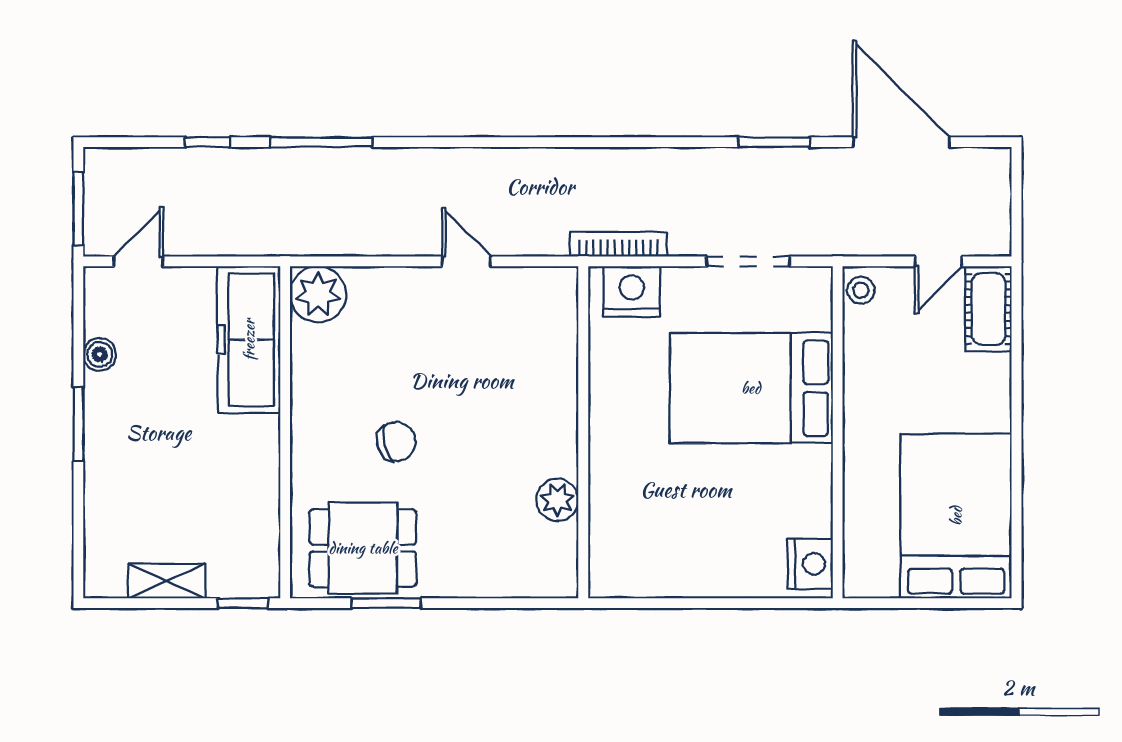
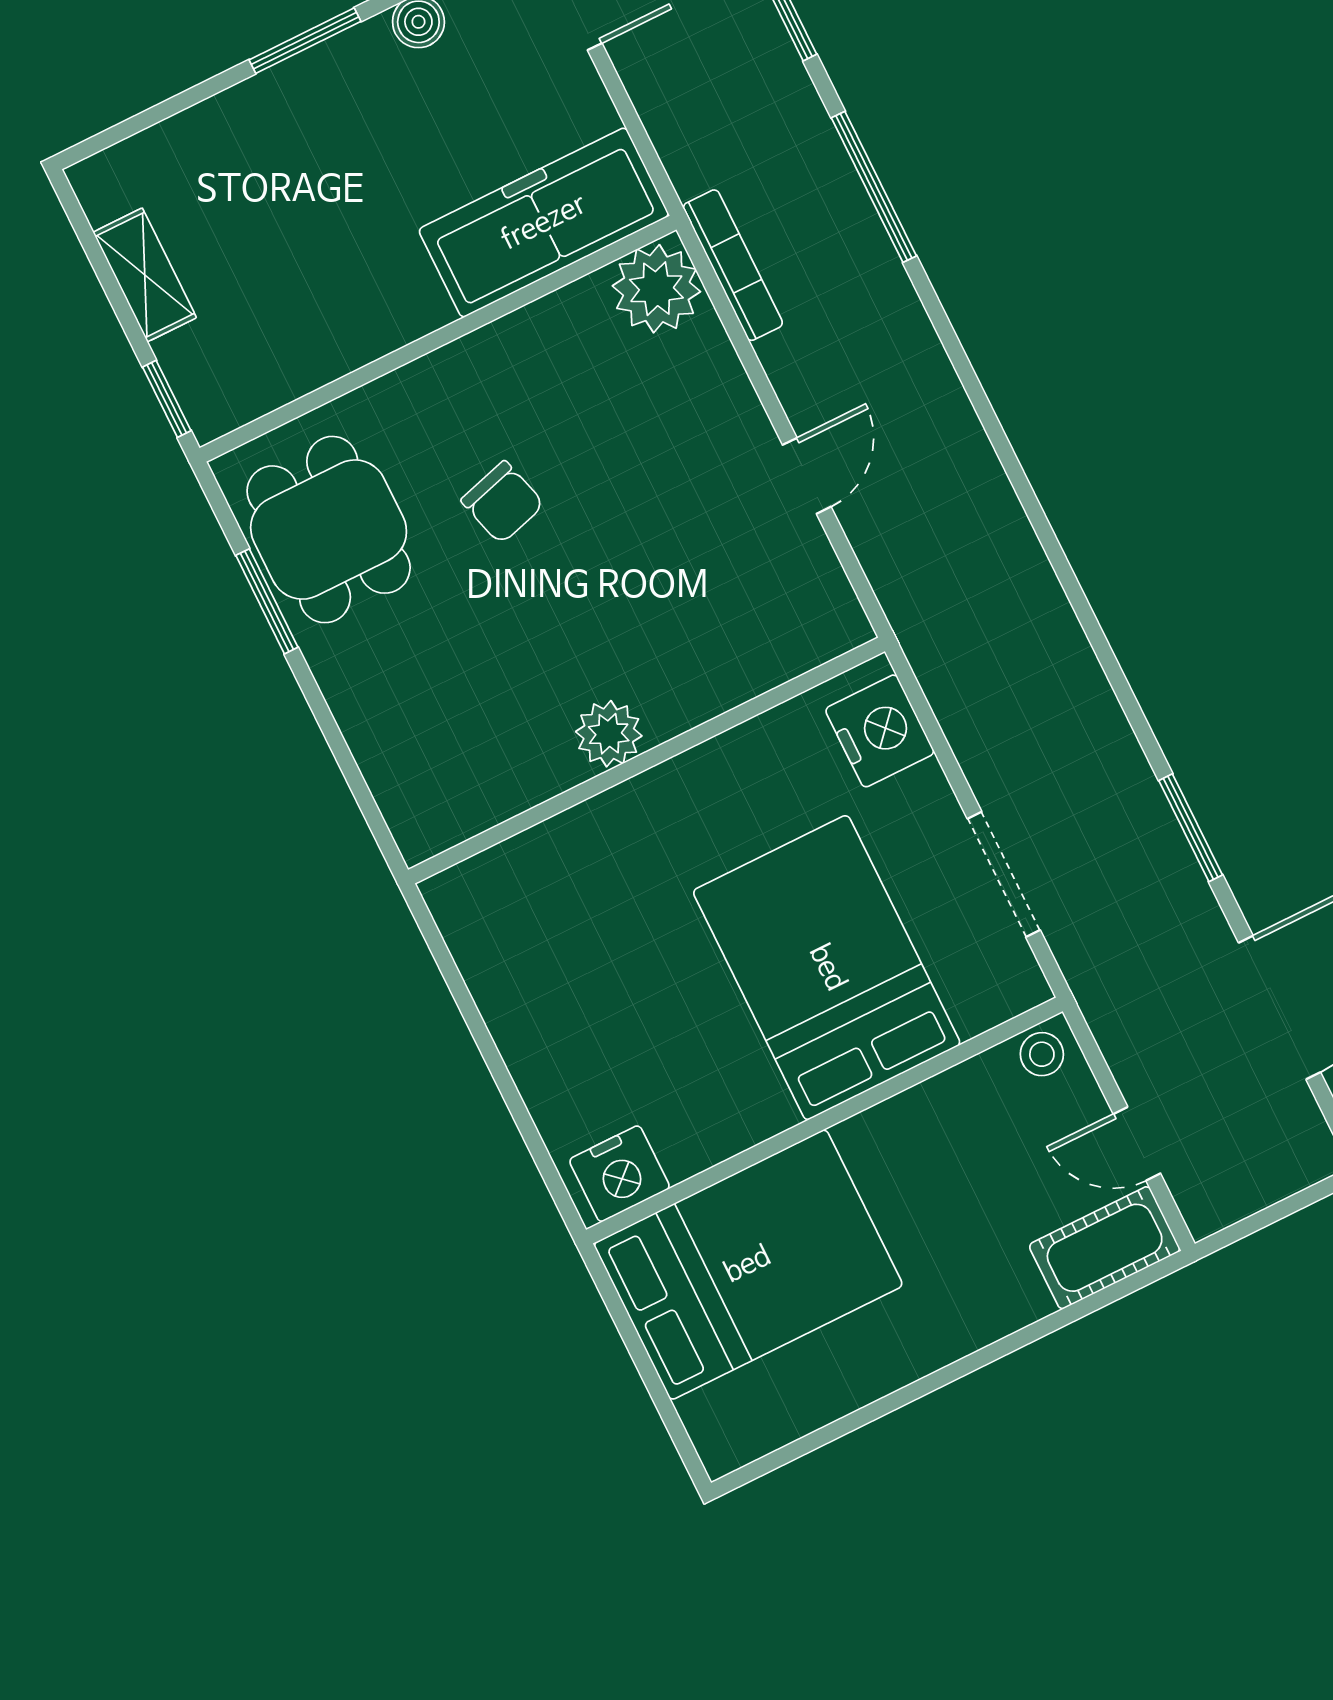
bookcase: (619, 244) -> (733, 265), moved
plant: (557, 500) -> (609, 734), moved
bed: (956, 516) -> (748, 1265), moved

